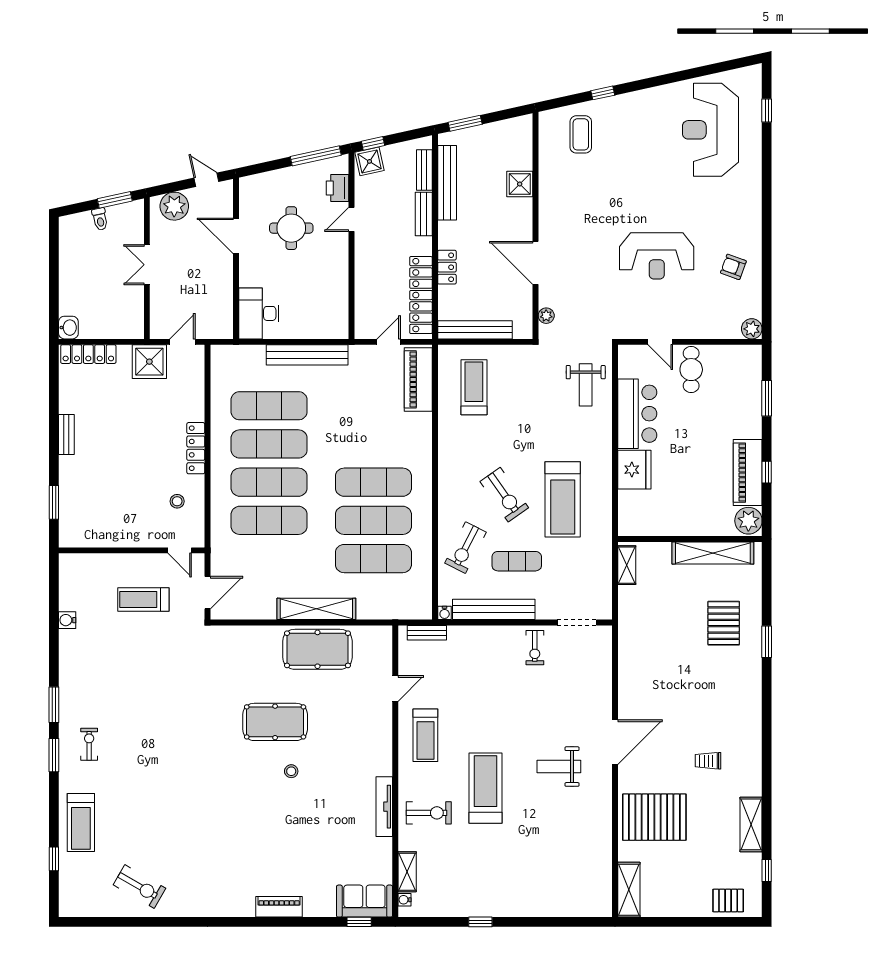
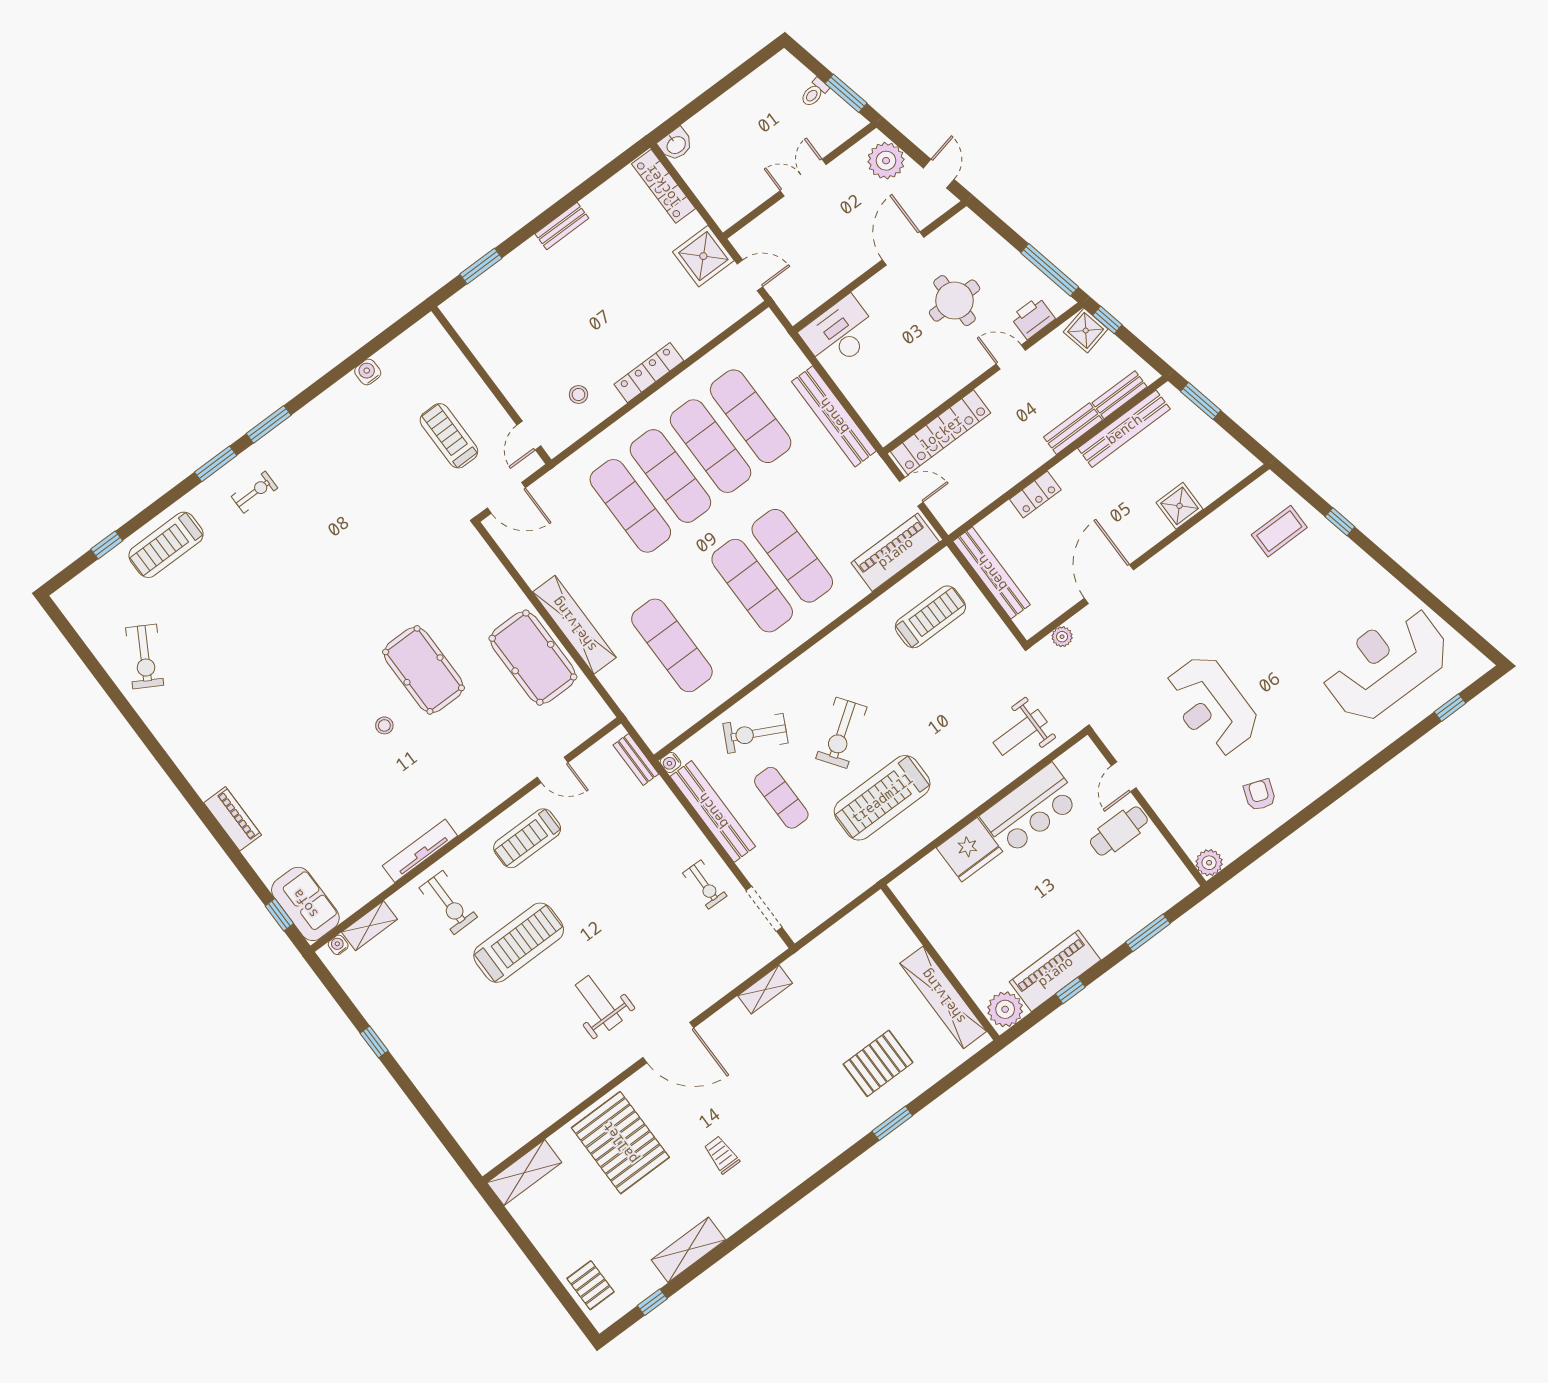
locker: (421, 295) -> (941, 432), moved, turned 180
exercise mat: (373, 520) -> (792, 556), moved
shelving: (627, 565) -> (765, 989), moved
exercise bike: (535, 648) -> (705, 884), turned -89

